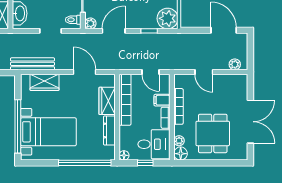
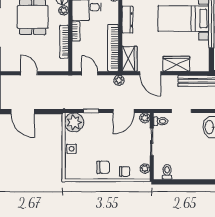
plant: (235, 64) -> (119, 80), moved
door: (204, 72) -> (29, 73), moved
wardrobe: (45, 82) -> (176, 64), moved
filing cabinet: (162, 100) -> (79, 48), removed
wardrobe: (107, 101) -> (130, 59), moved

